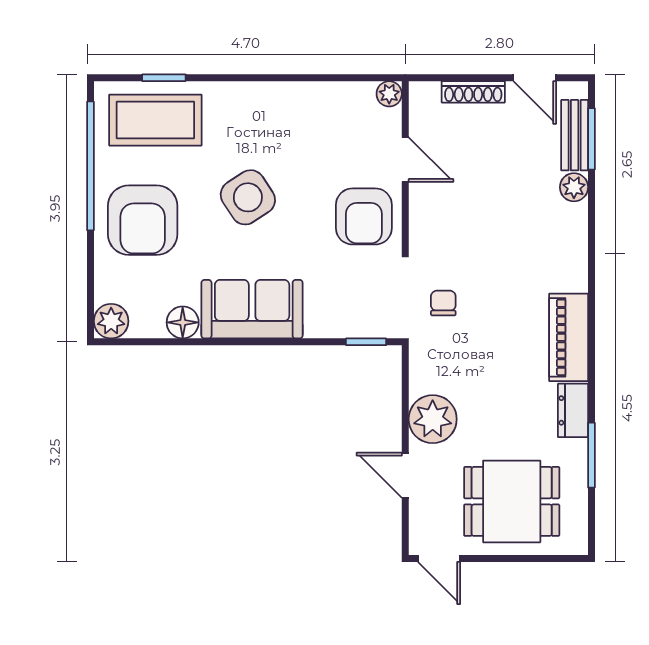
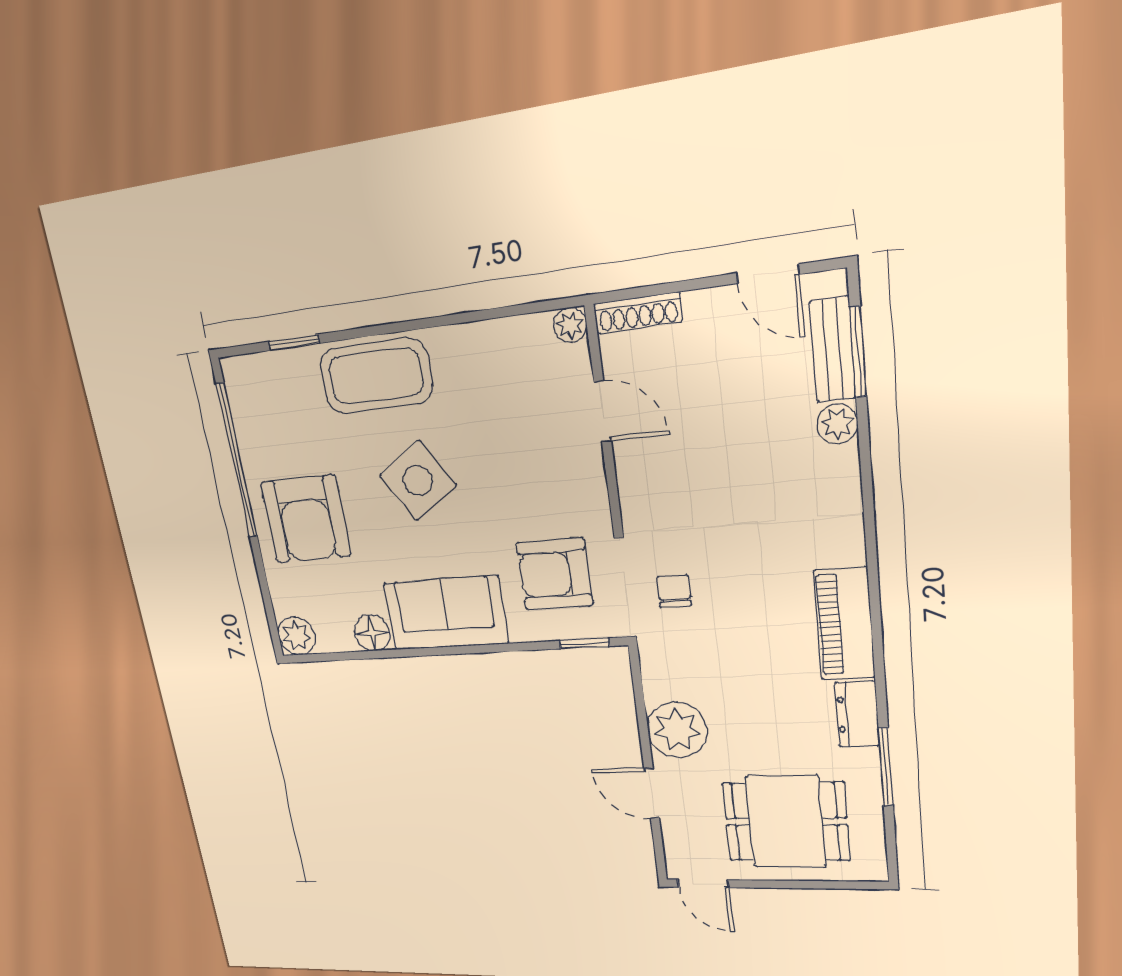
shoe rack: (473, 92) -> (638, 313), moved
coffee table: (155, 120) -> (376, 376), moved
armchair: (364, 216) -> (555, 574), moved, turned 90

